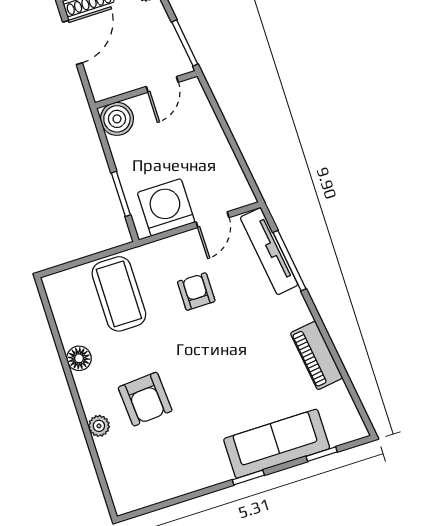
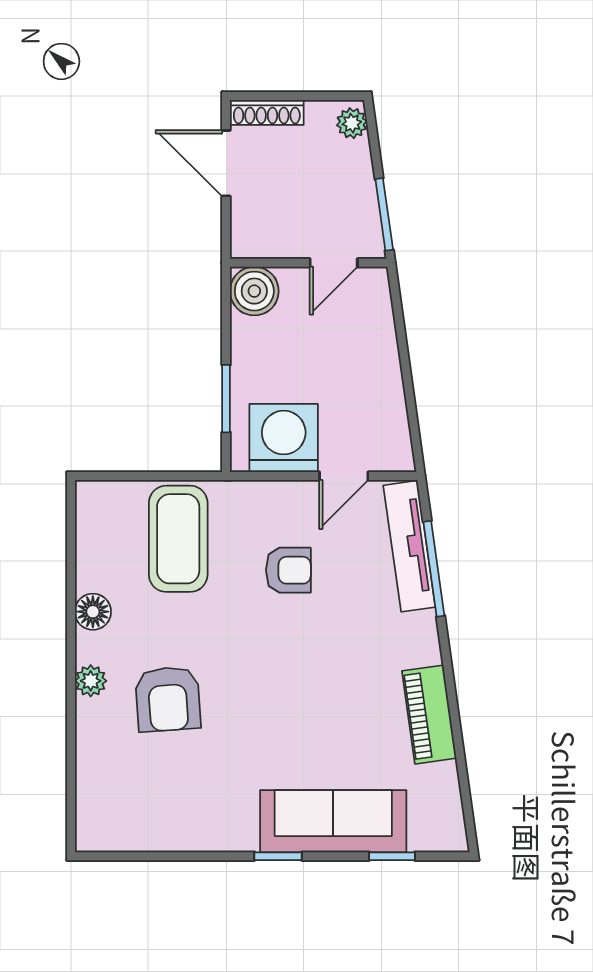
door: (73, 42) -> (226, 163), swing flipped
armchair: (196, 291) -> (288, 570), turned 90
plant: (99, 426) -> (91, 681), moved

